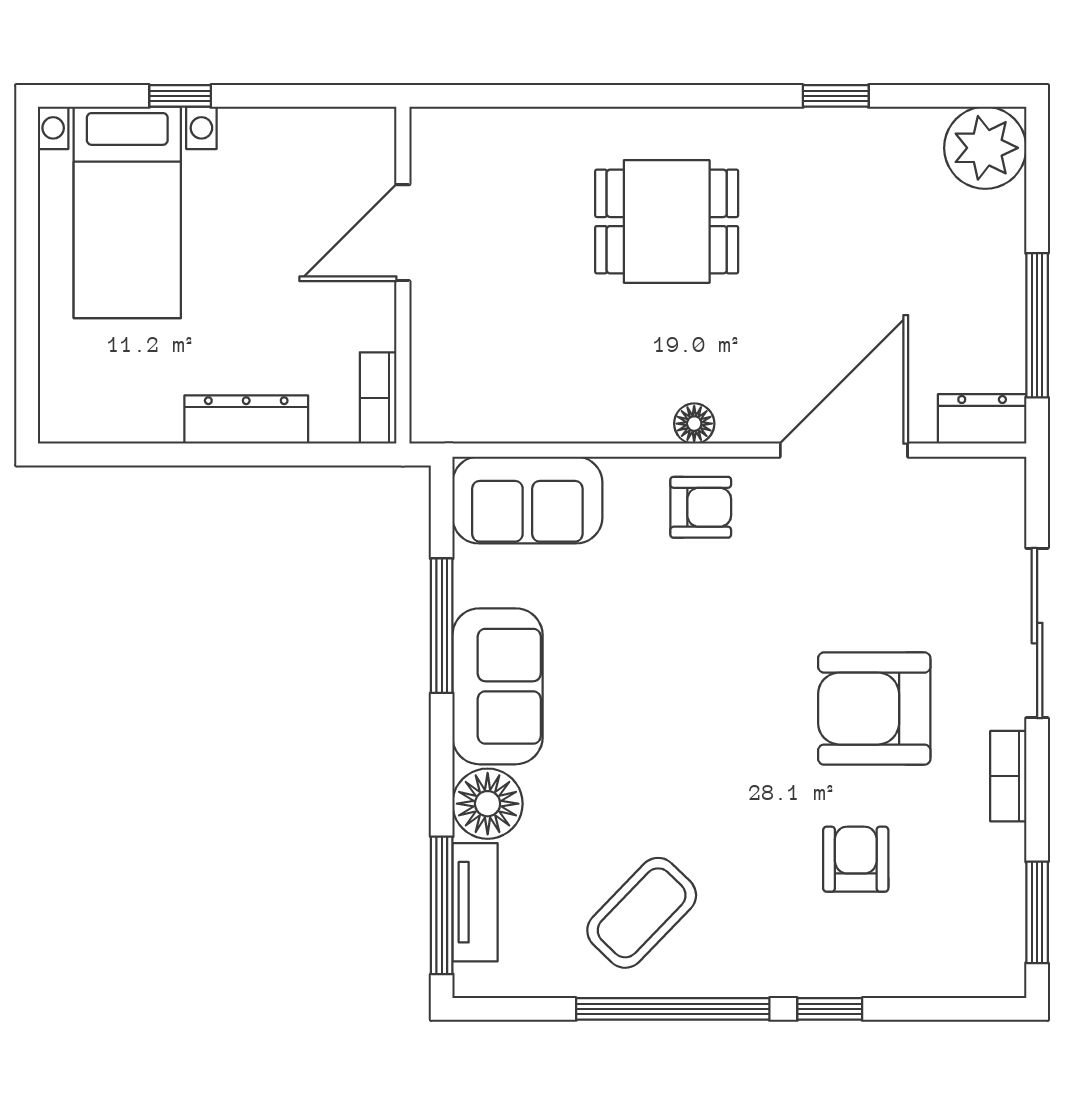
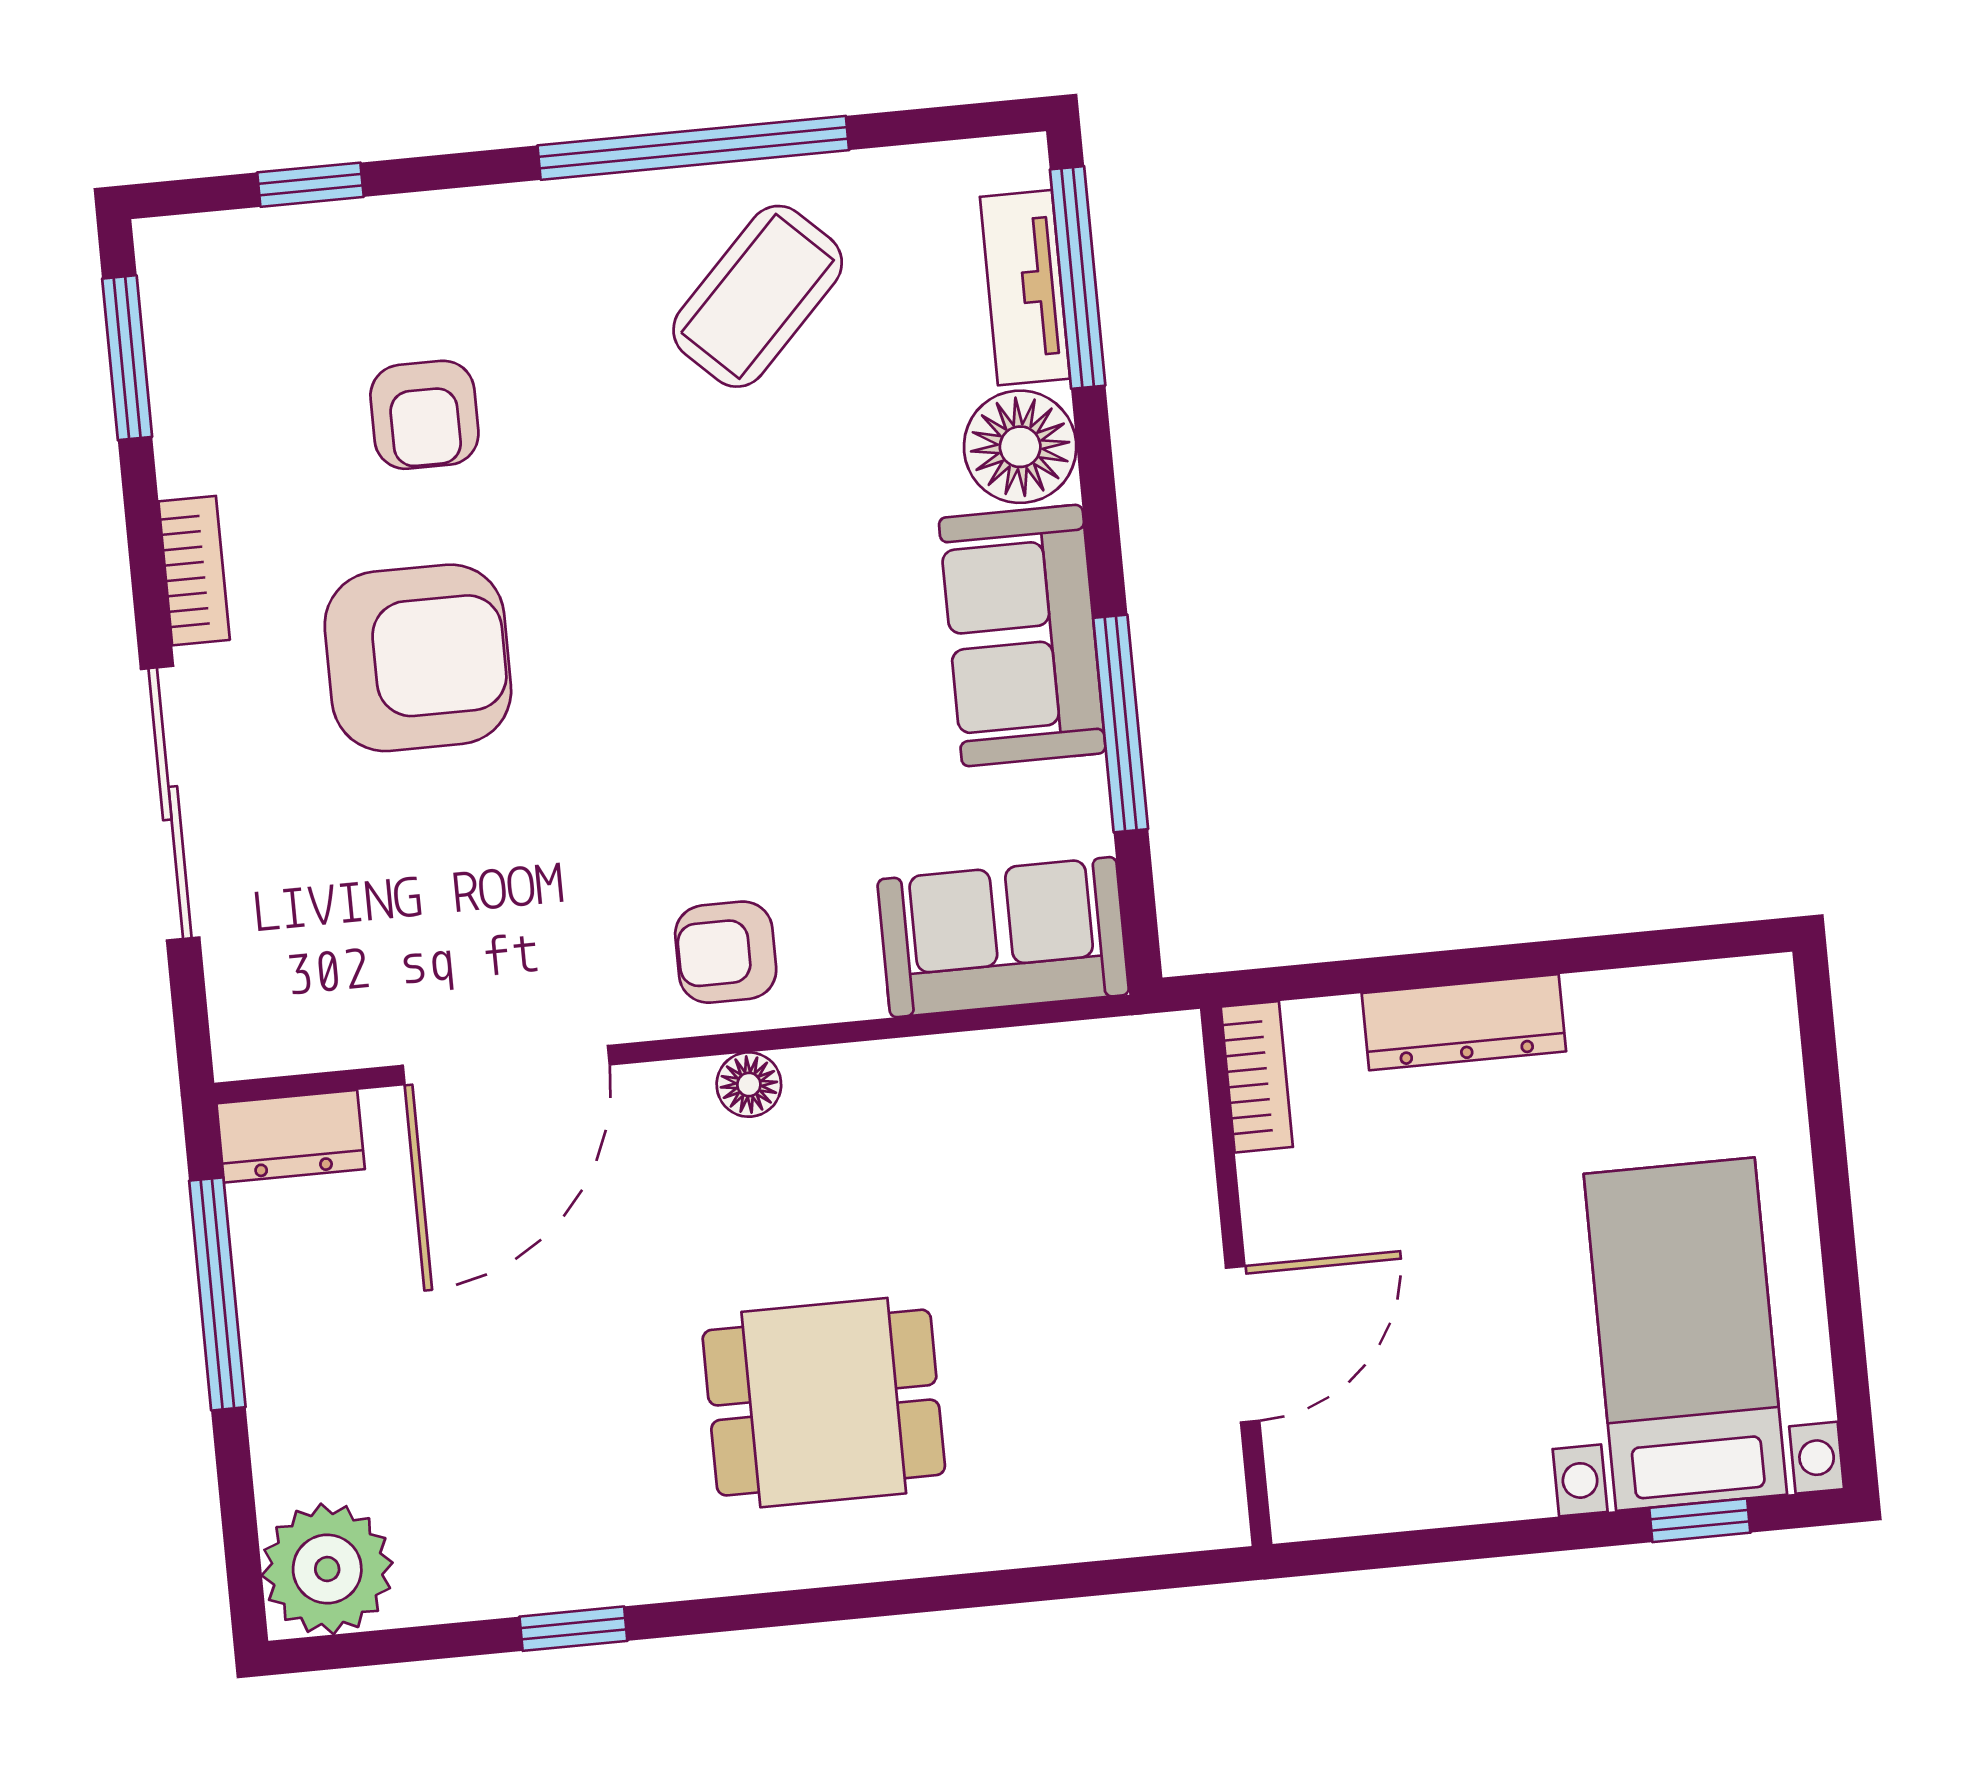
window: (180, 96) -> (1700, 1520), moved
window: (830, 1009) -> (310, 185), moved

